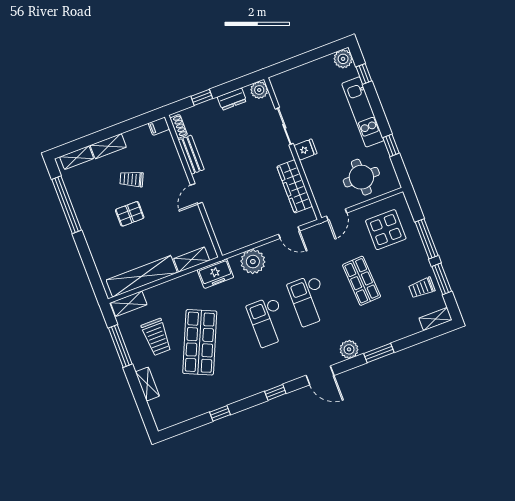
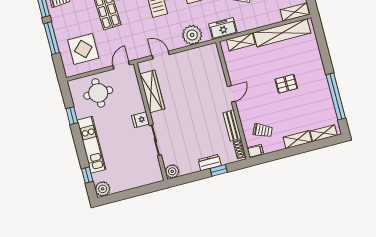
dresser: (232, 99) -> (210, 163), moved
trolley: (132, 179) -> (263, 130), moved

